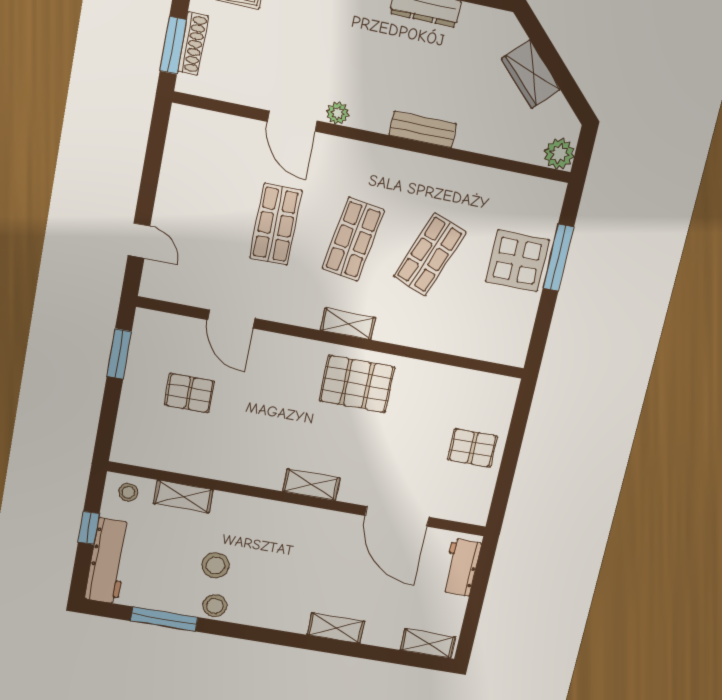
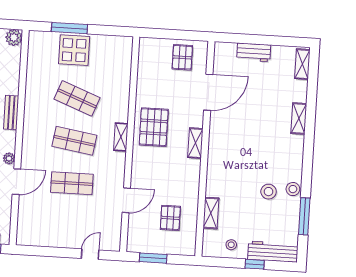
shelving: (311, 485) -> (195, 143), moved
shelving: (183, 497) -> (211, 213), moved
wall: (299, 499) -> (205, 149), moved
door: (397, 516) -> (208, 92), moved

